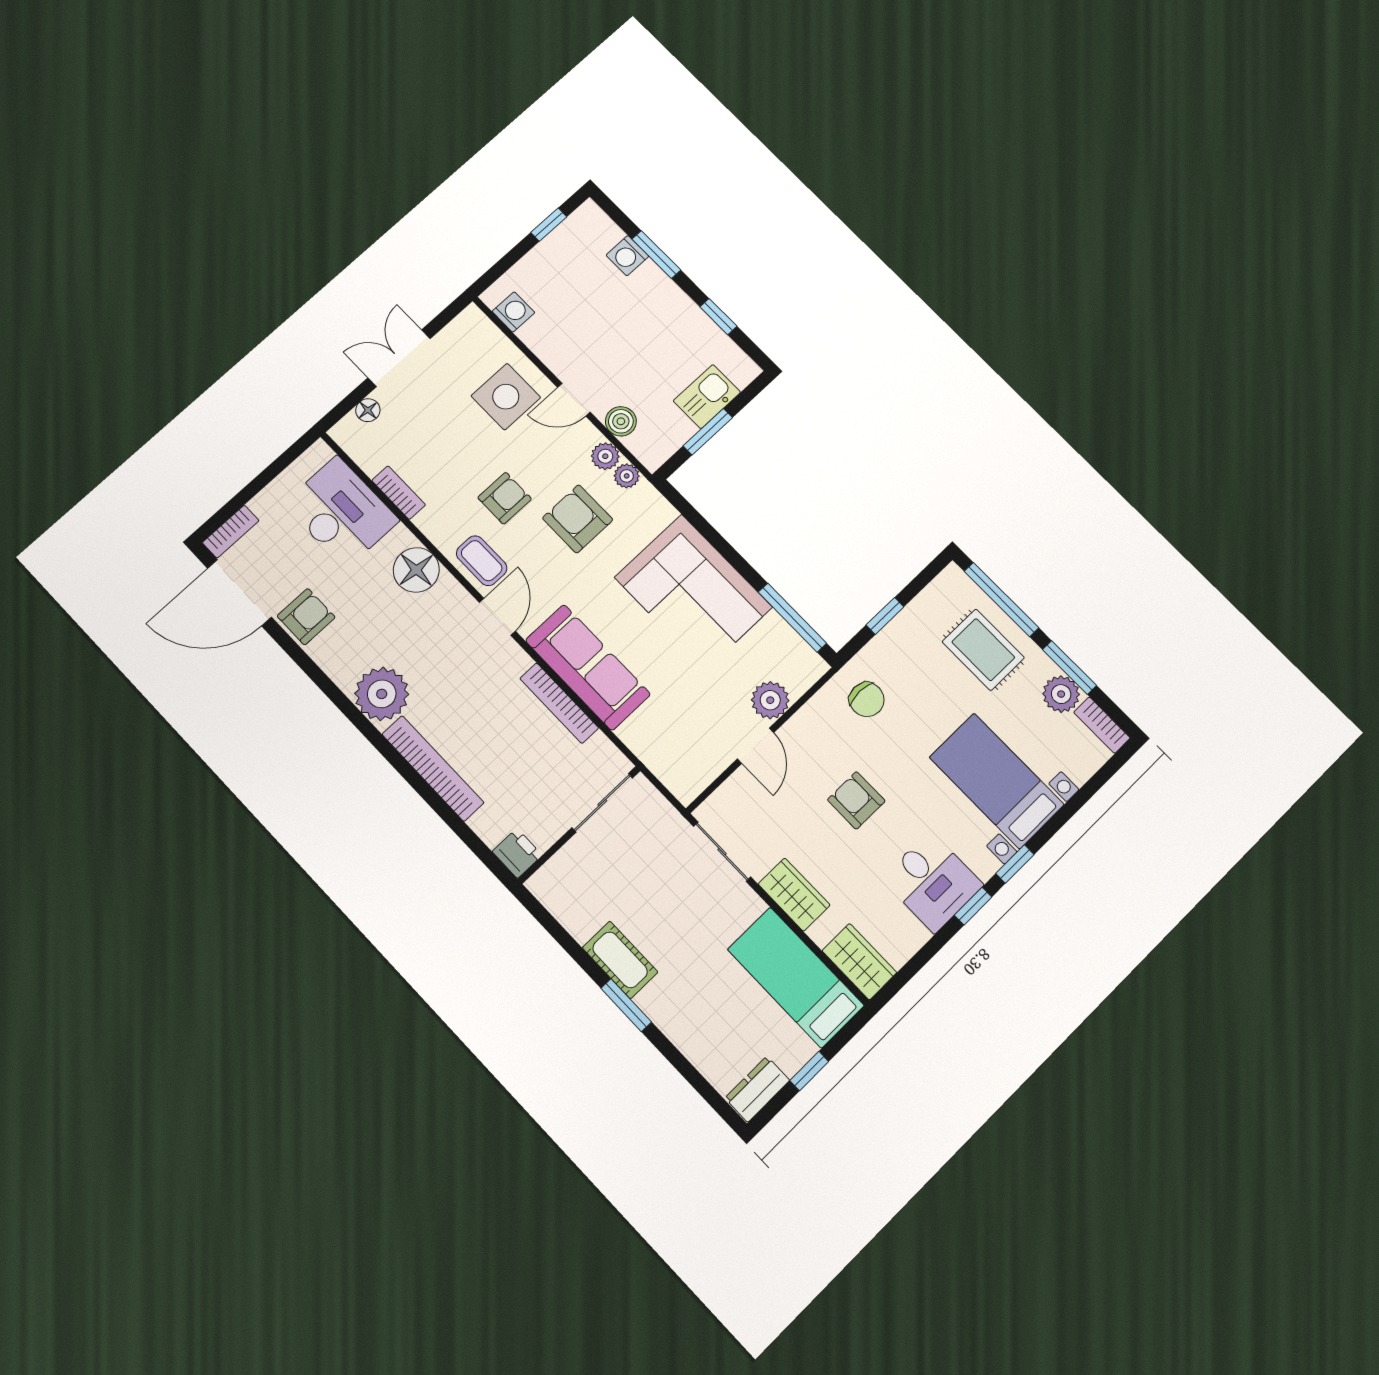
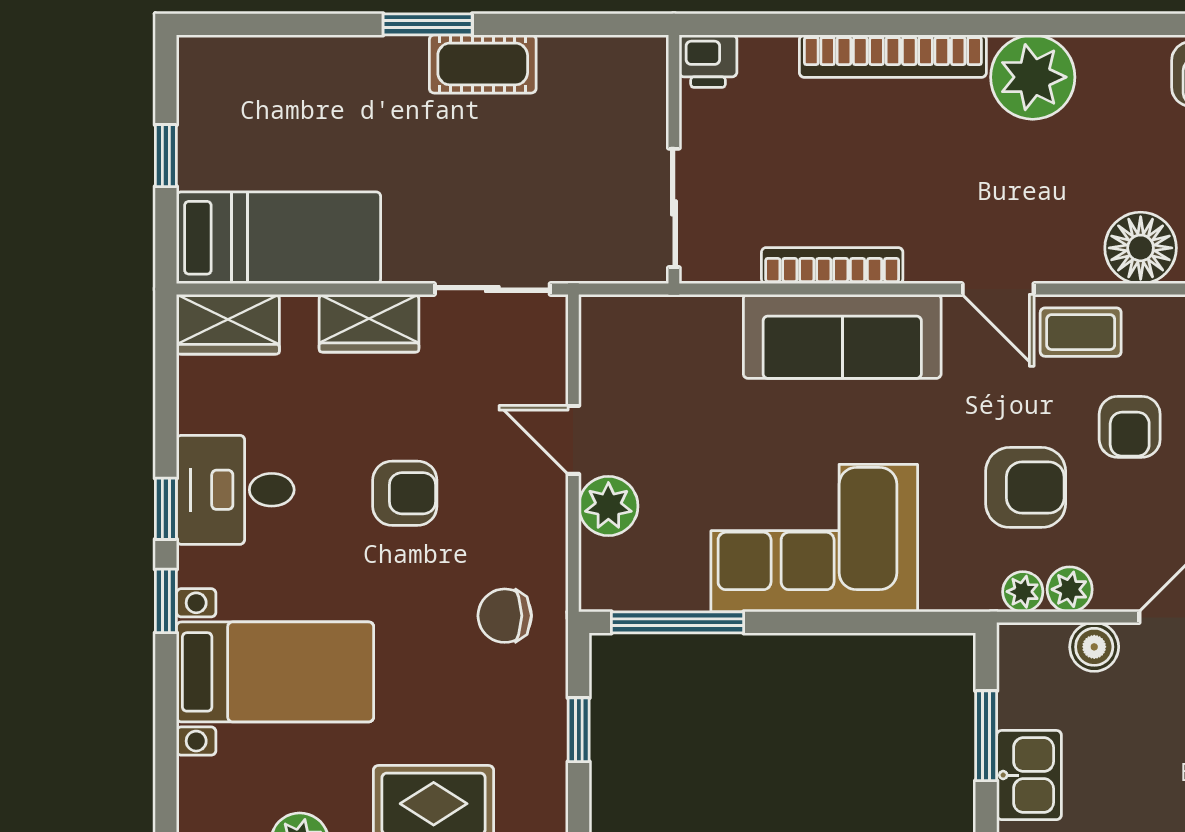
dresser: (757, 1089) -> (201, 81), removed

